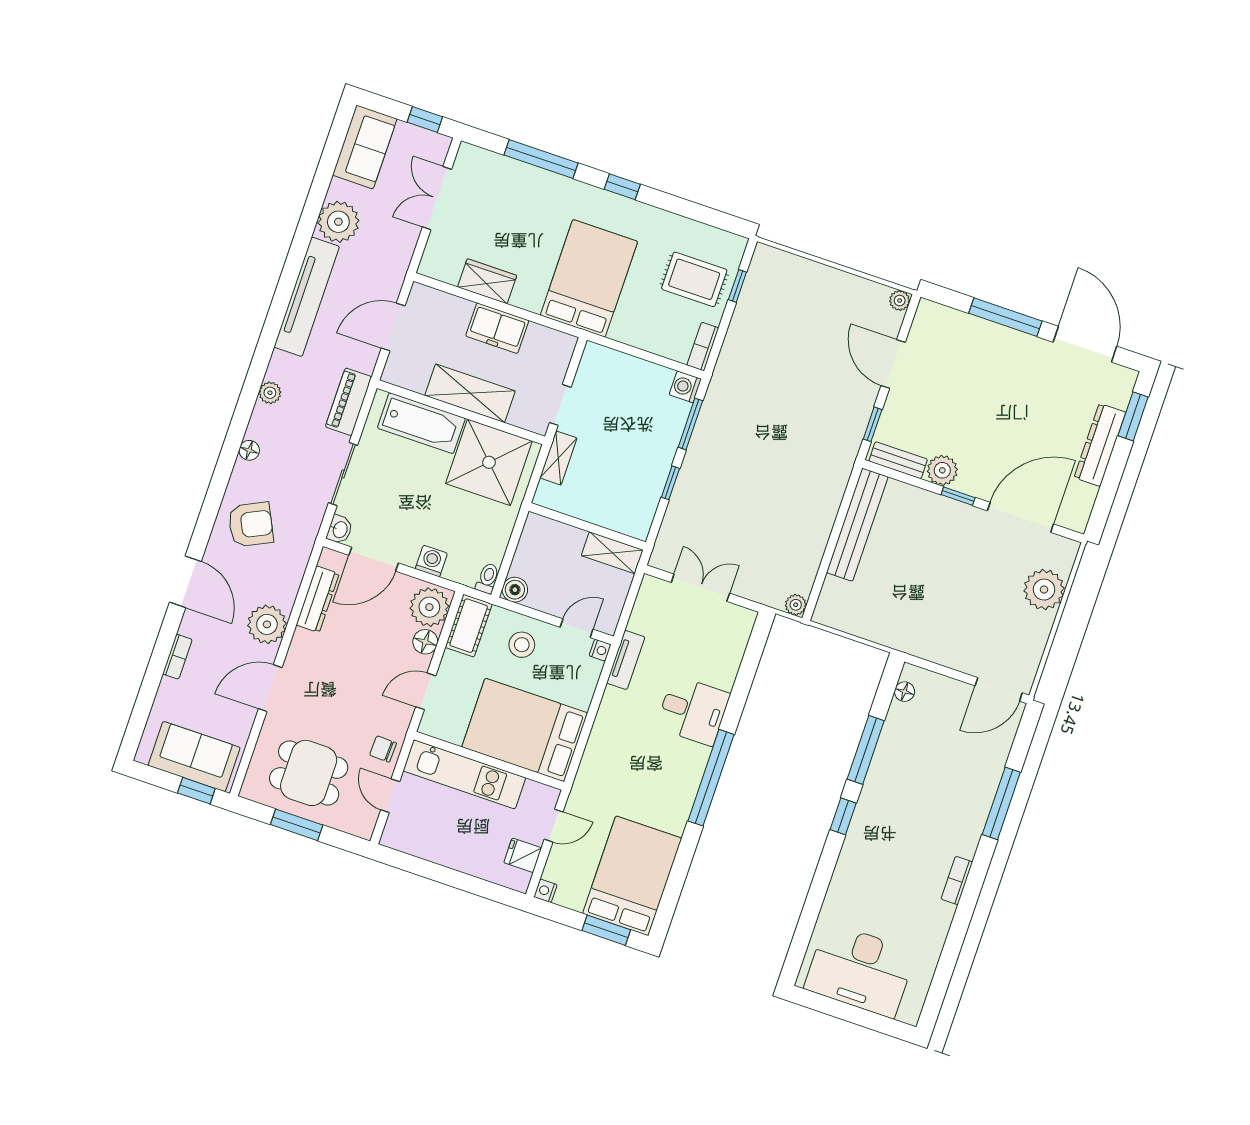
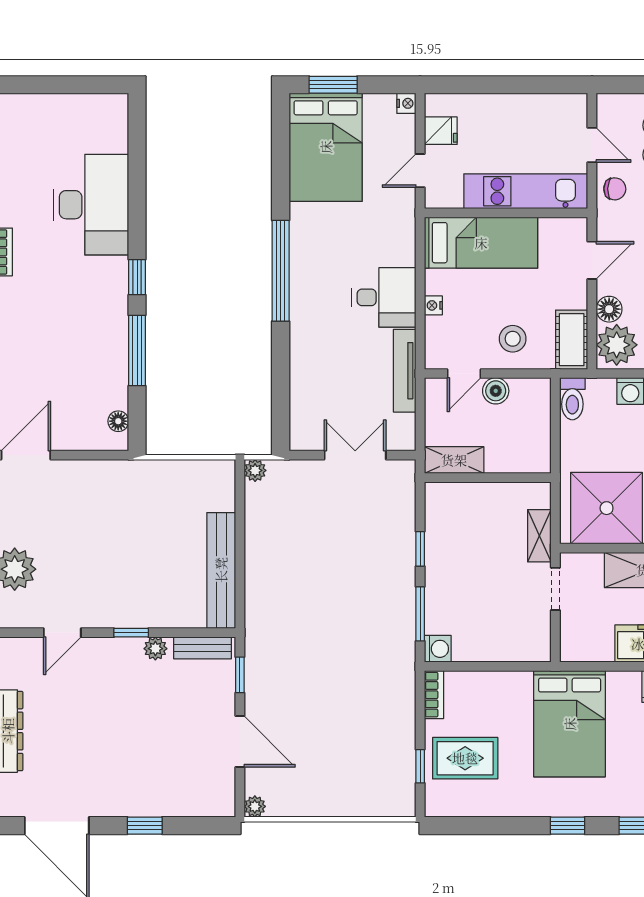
window: (1005, 317) -> (145, 826), width x0.46
plant: (942, 470) -> (155, 649), width x0.73, depth x0.73
door: (1020, 517) -> (62, 633), width x0.53
toilet: (488, 578) -> (572, 399), width x1.37, depth x1.39
double door: (700, 588) -> (355, 455), swing flipped
boiler: (515, 590) -> (496, 391), moved
nightstand: (600, 650) -> (433, 305), moved
tv unit: (626, 660) -> (405, 371), width x1.41
desk: (693, 711) -> (384, 297), moved, turned 180
bed: (525, 730) -> (481, 243), width x0.67
desk: (860, 970) -> (91, 205), moved, turned 90

